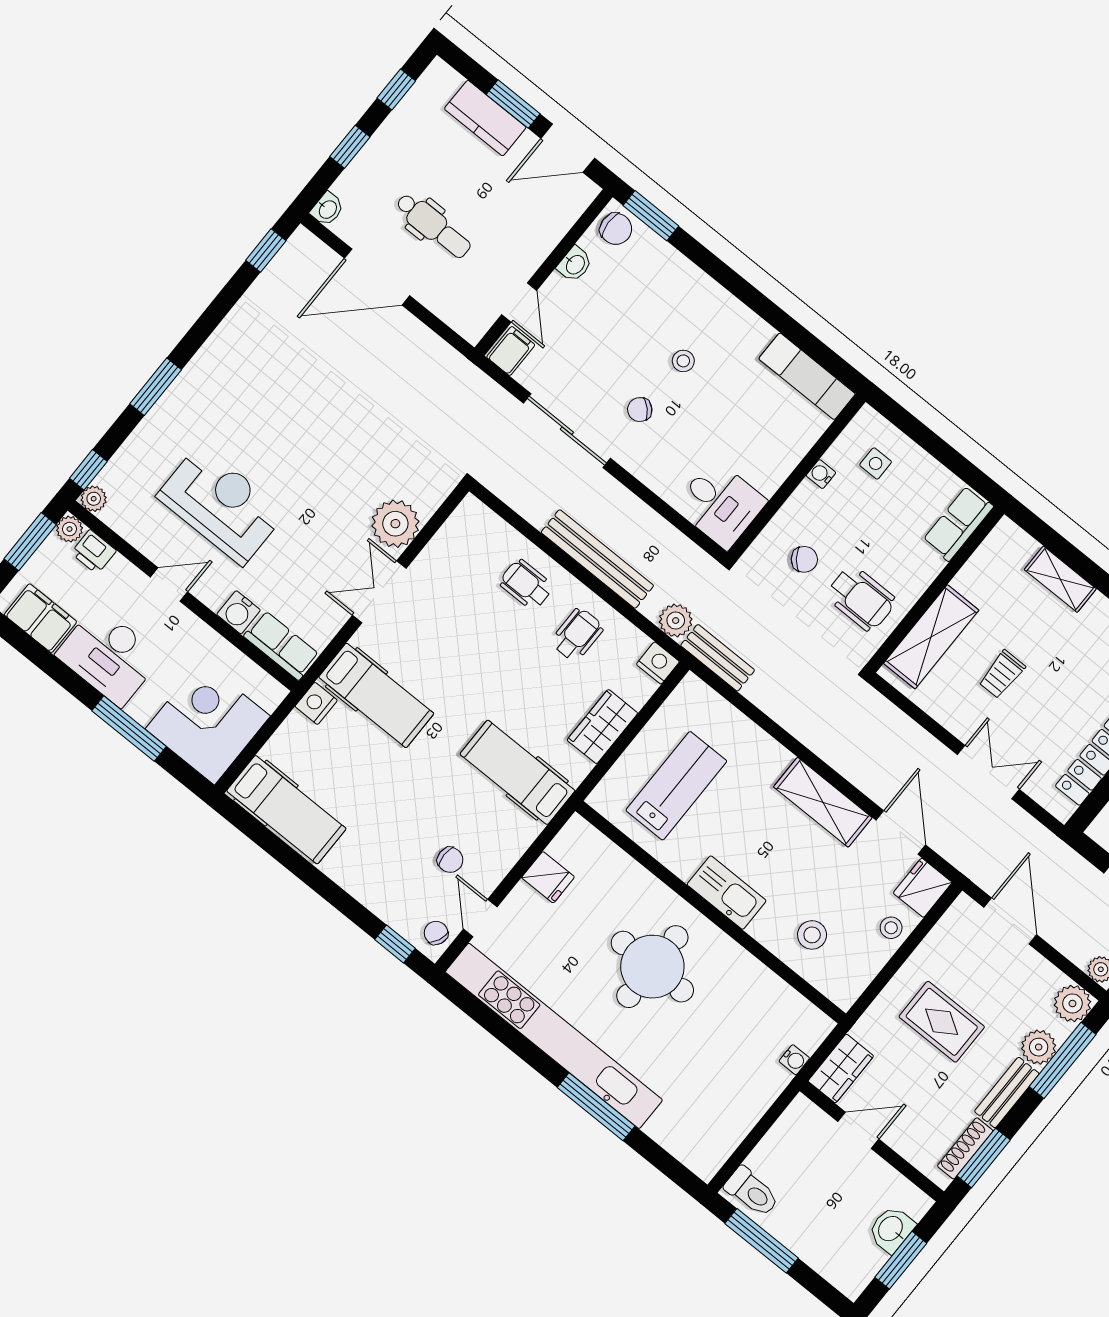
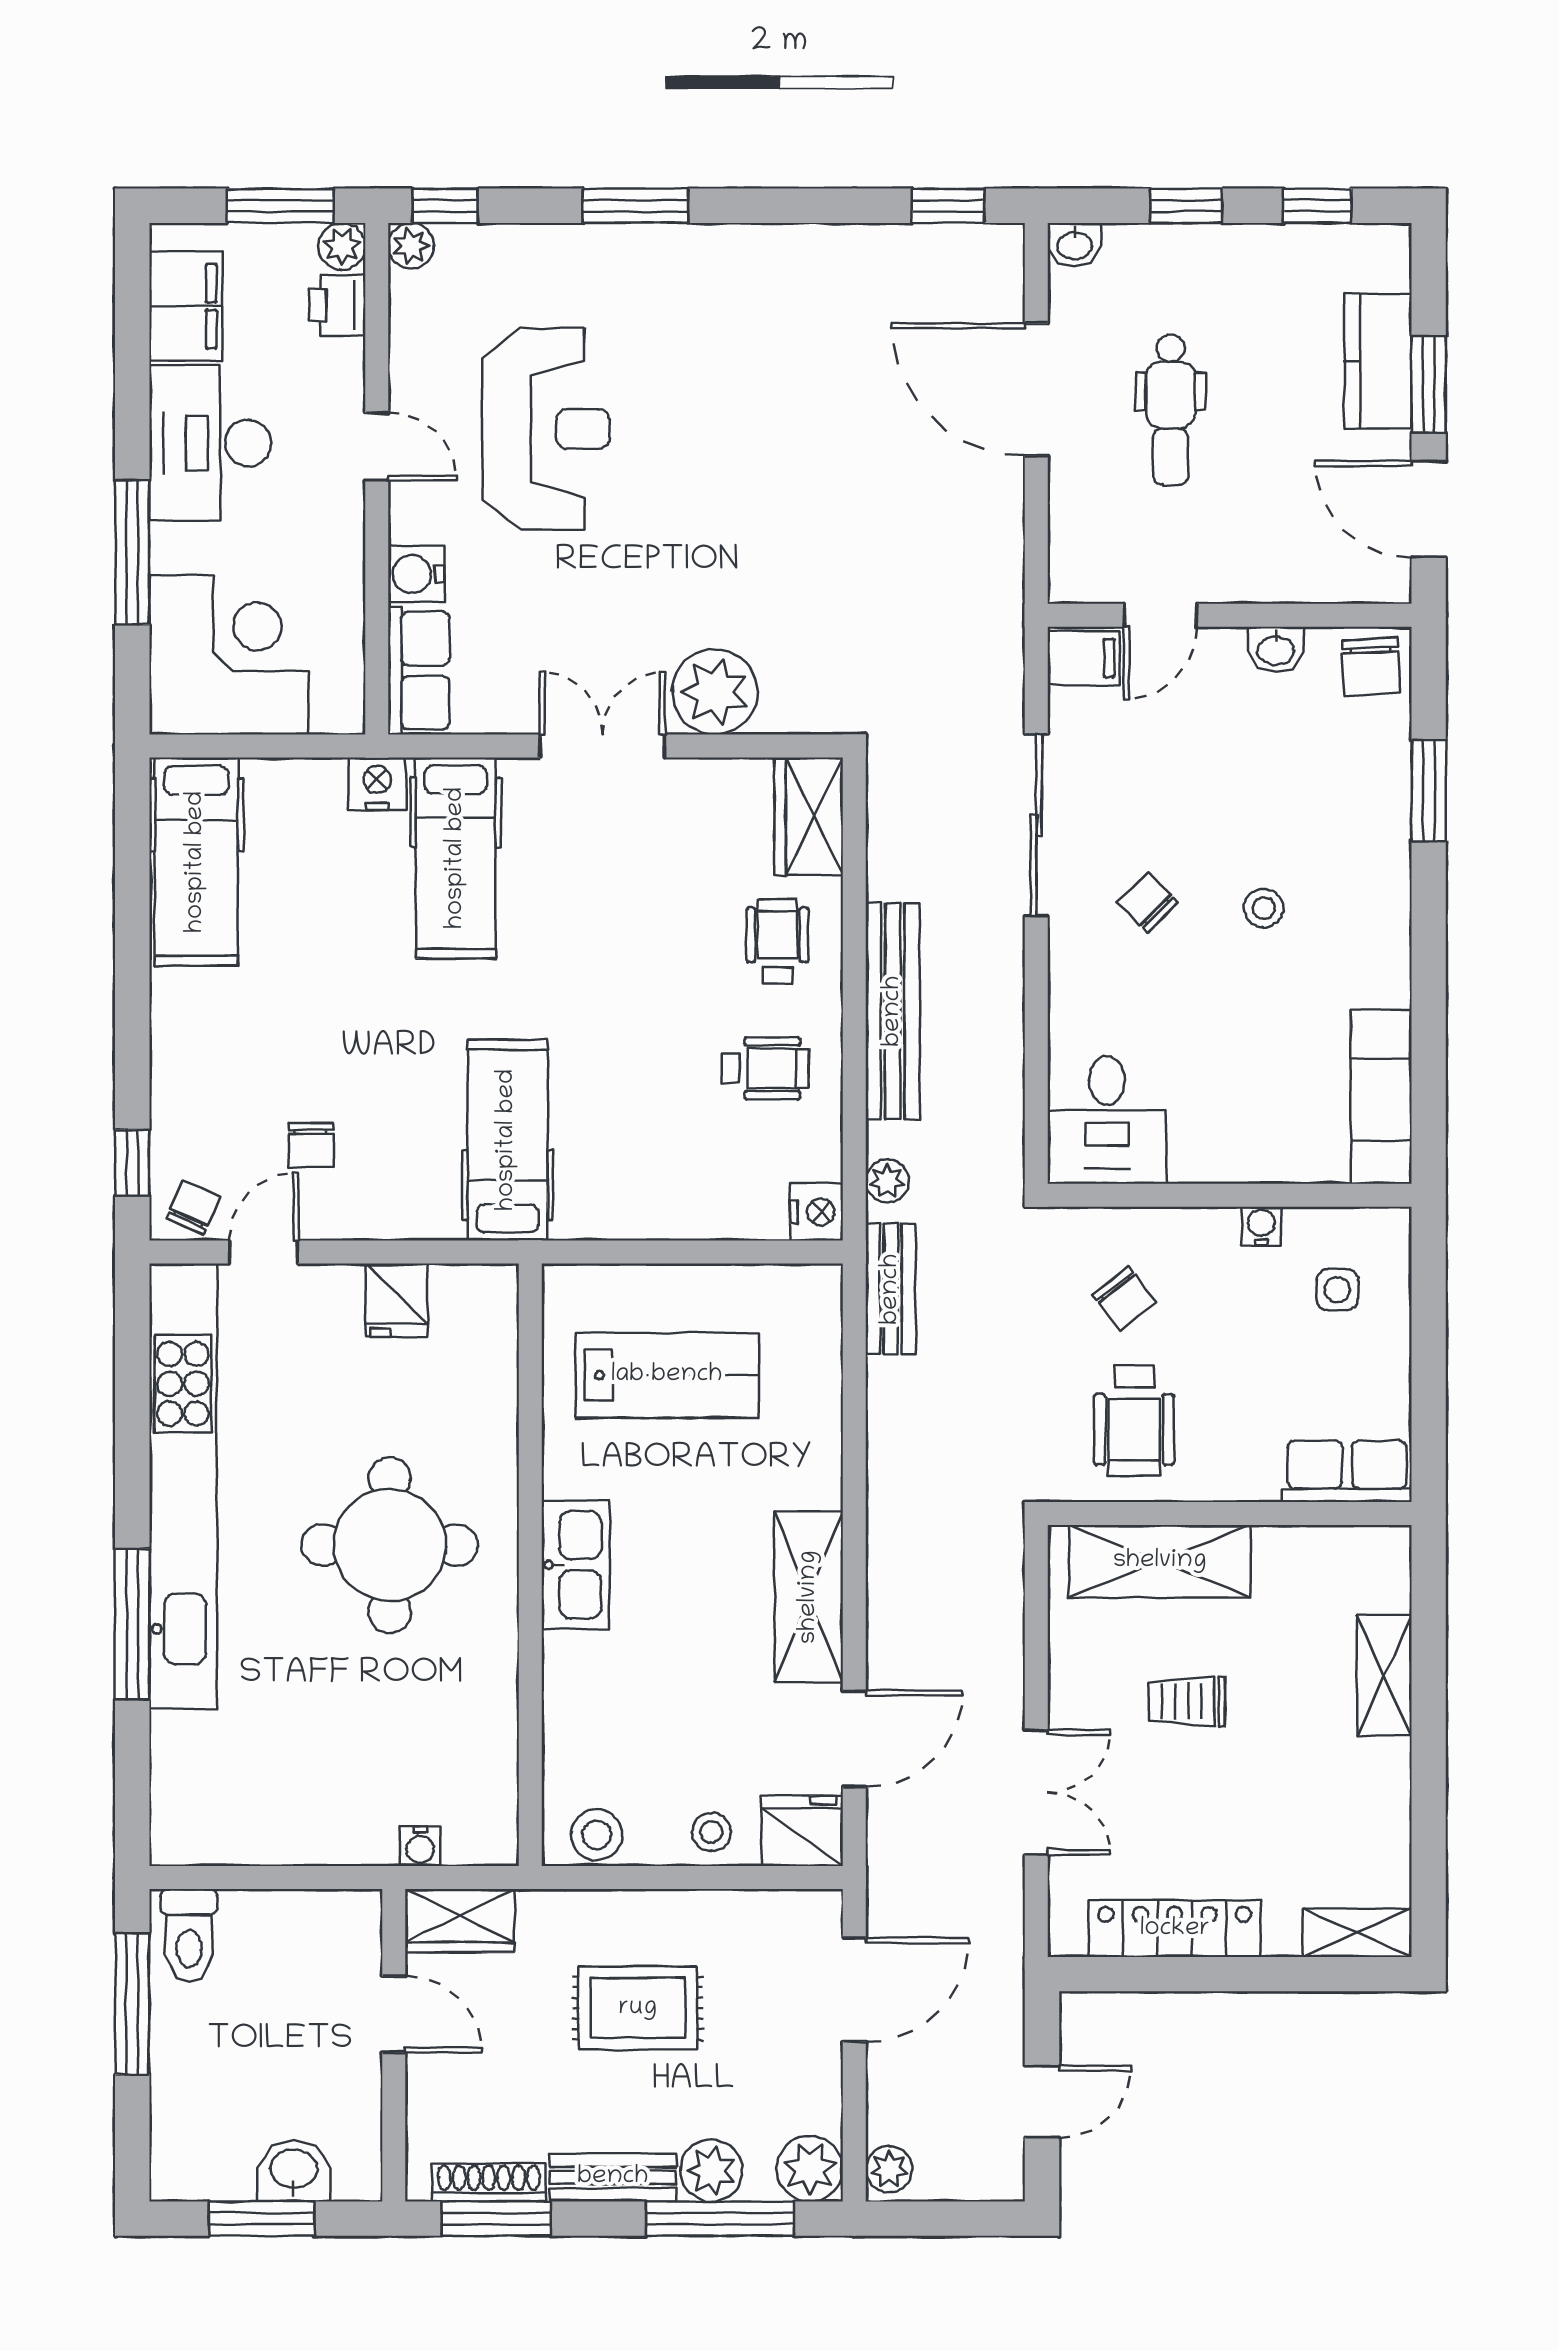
window: (651, 216) -> (1429, 790), moved
plant: (676, 621) -> (887, 1181), width x0.73, depth x0.73
wardrobe: (602, 727) -> (809, 816), moved, turned -90
stool: (812, 935) -> (597, 1835), moved
rug: (942, 1022) -> (638, 2008), turned 90

